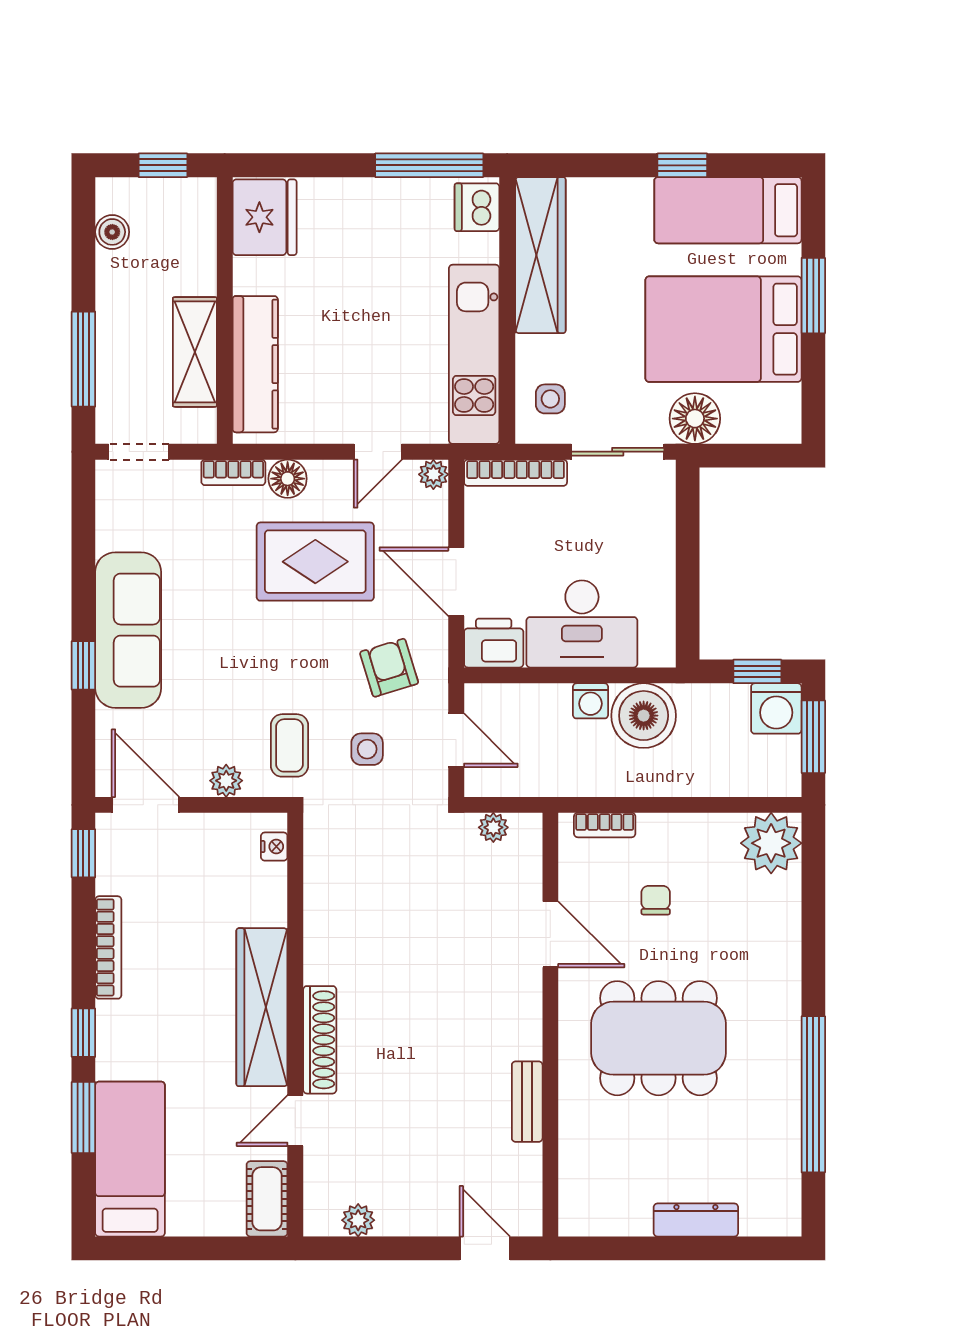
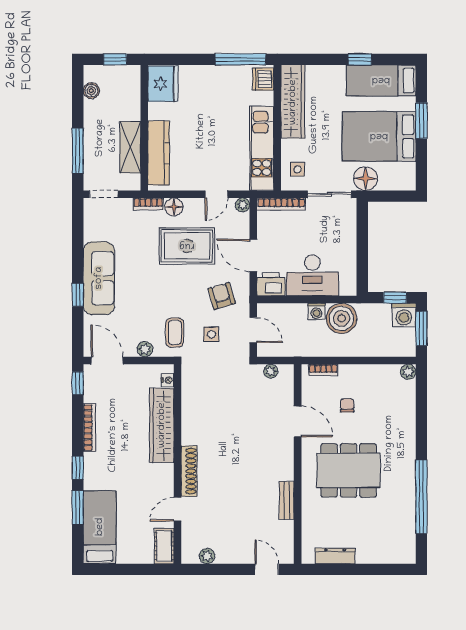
plant: (771, 843) -> (408, 372), width x0.53, depth x0.53
wardrobe: (262, 1007) -> (162, 425), moved
dresser: (696, 1220) -> (335, 556), moved

